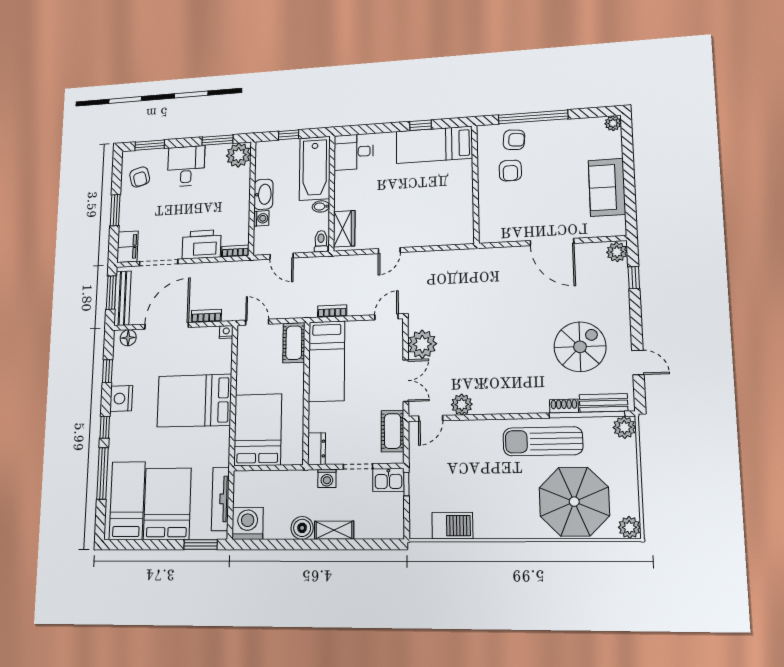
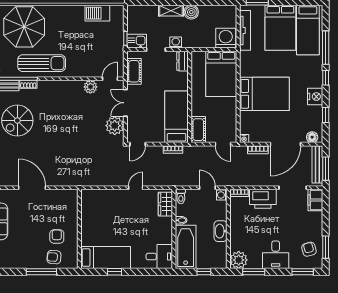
window: (533, 117) -> (41, 272), width x0.68
window: (115, 210) -> (326, 247), moved
washing machine: (261, 218) -> (222, 195), moved
washing machine: (248, 523) -> (226, 38), moved, turned 180

